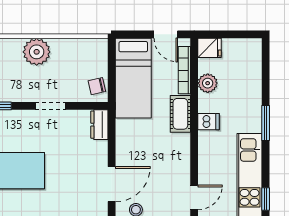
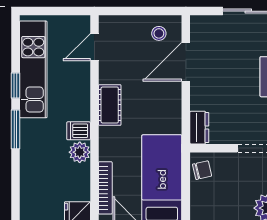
plant: (208, 83) -> (80, 152), moved
cot: (180, 114) -> (110, 105), moved
window: (266, 199) -> (15, 85), moved

